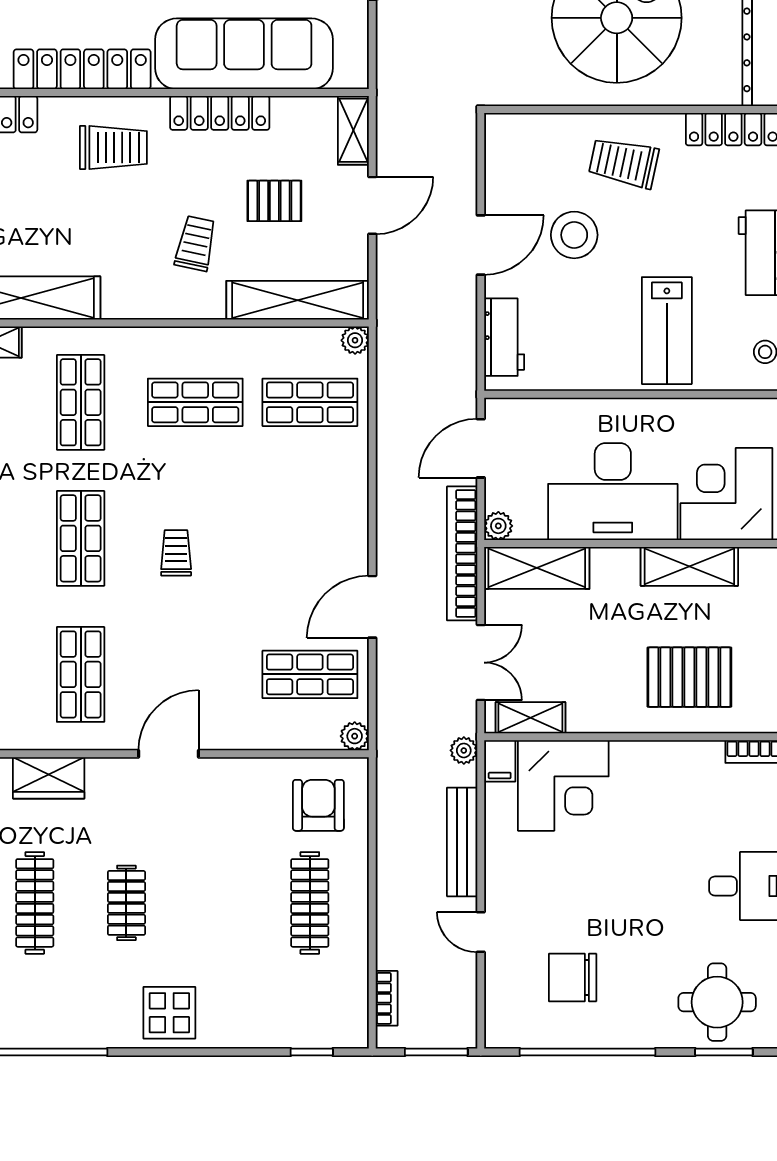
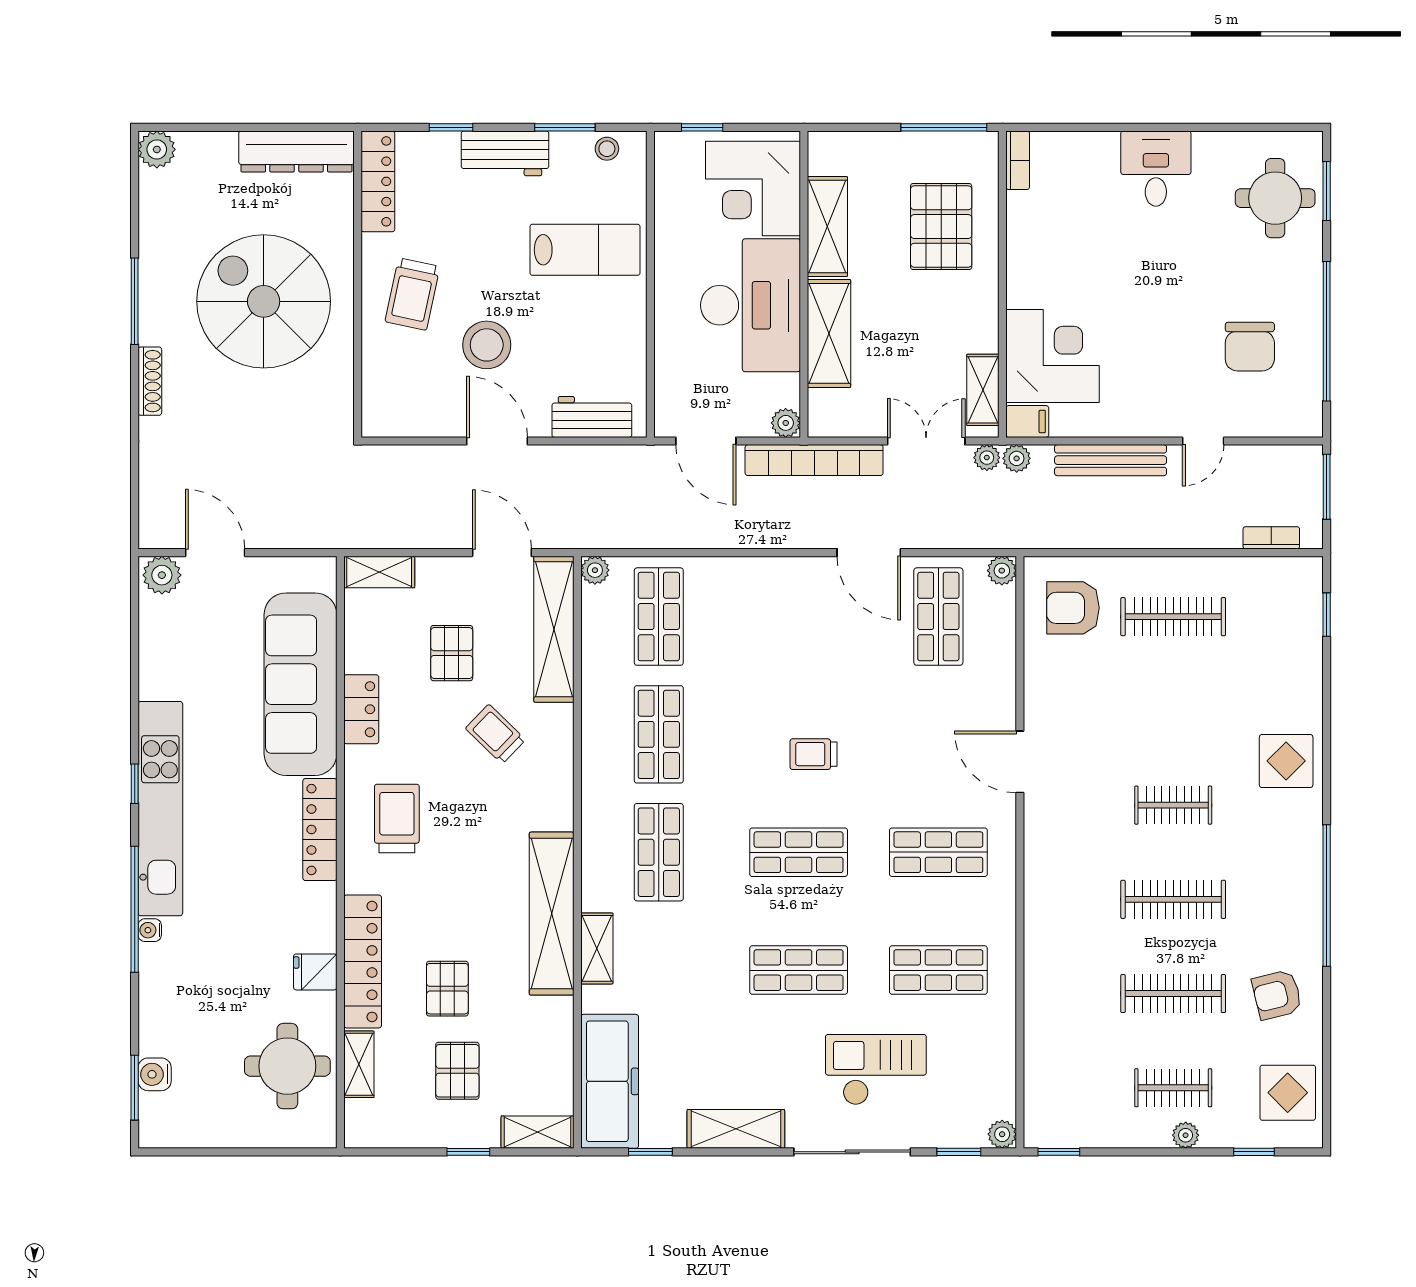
locker: (82, 69) -> (320, 830), width x0.71, depth x0.83
locker: (220, 113) -> (361, 709), width x0.66
door: (372, 205) -> (502, 553), moved
trolley: (196, 243) -> (496, 734), turned 32
shop shelf: (81, 402) -> (659, 852), turned 90
shelving: (537, 568) -> (829, 333), moved
plant: (465, 722) -> (987, 458), added
wardrobe: (49, 778) -> (1045, 885), removed

